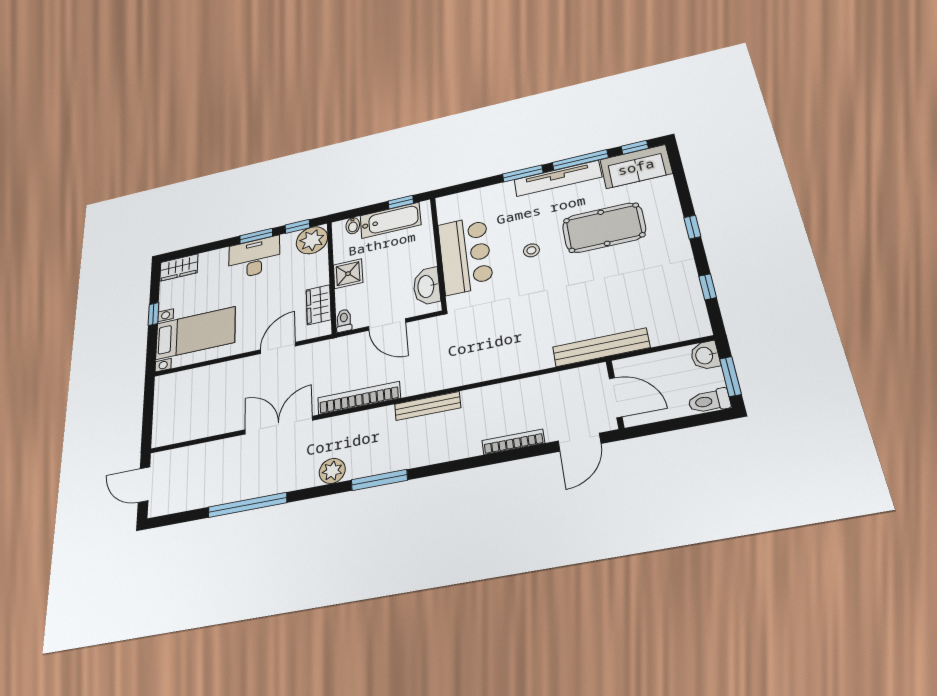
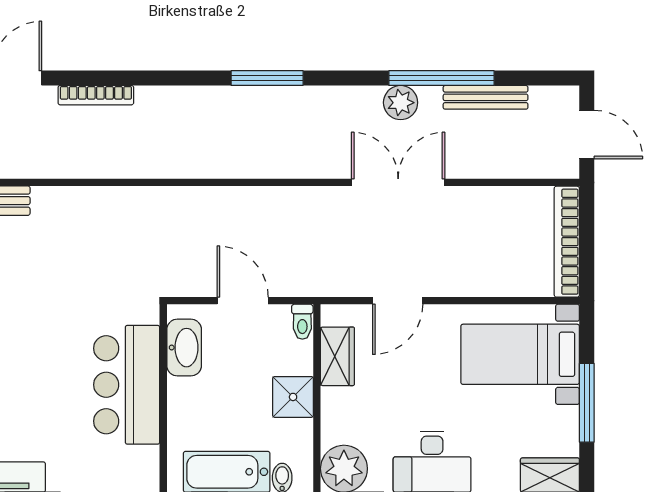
stool: (531, 250) -> (37, 368), removed
window: (153, 314) -> (587, 403), width x2.17
bookcase: (359, 398) -> (567, 242), moved, turned 90
bench: (428, 406) -> (486, 97), moved
double door: (279, 425) -> (398, 182), swing flipped
plant: (332, 471) -> (401, 103), moved

